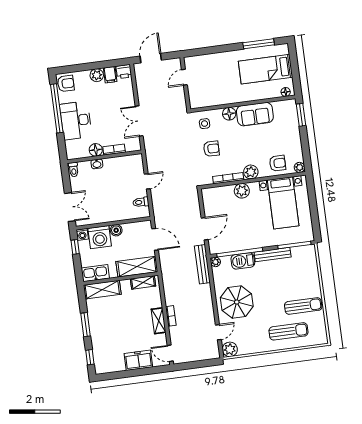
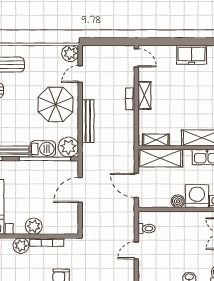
plant: (215, 262) -> (68, 147), width x1.88, depth x1.88
bench: (202, 264) -> (88, 121), moved
freezer: (138, 360) -> (192, 55), moved

